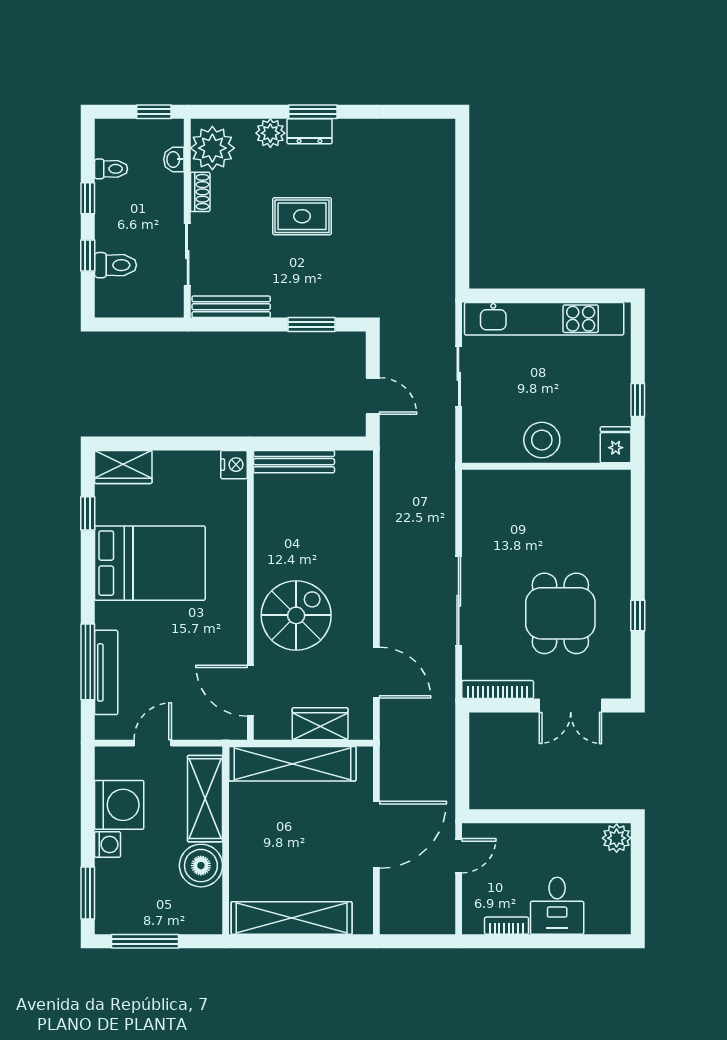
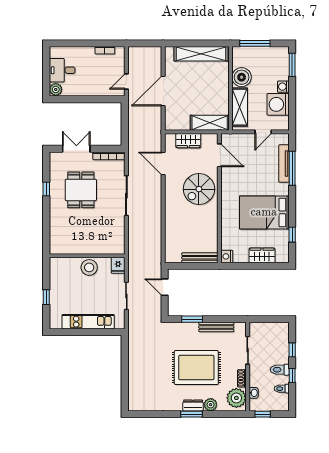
rug: (302, 216) -> (196, 367), width x1.86, depth x2.06
toilet: (115, 265) -> (280, 370), moved
bench: (231, 307) -> (216, 327), moved
kitchen unit: (544, 319) -> (88, 322), width x0.73
window: (638, 400) -> (46, 297), moved
fridge: (616, 445) -> (118, 265), moved
wardrobe: (123, 467) -> (262, 255), moved
shelving: (292, 764) -> (210, 123), width x0.68
desk: (557, 906) -> (62, 70), moved, turned -90
window: (145, 941) -> (255, 43), moved

